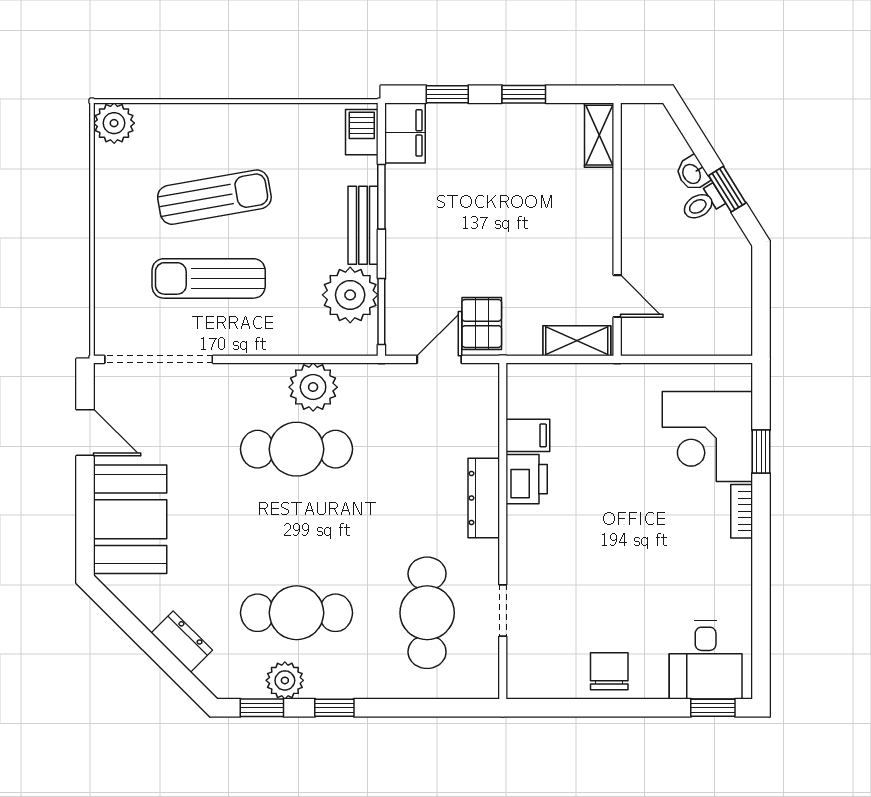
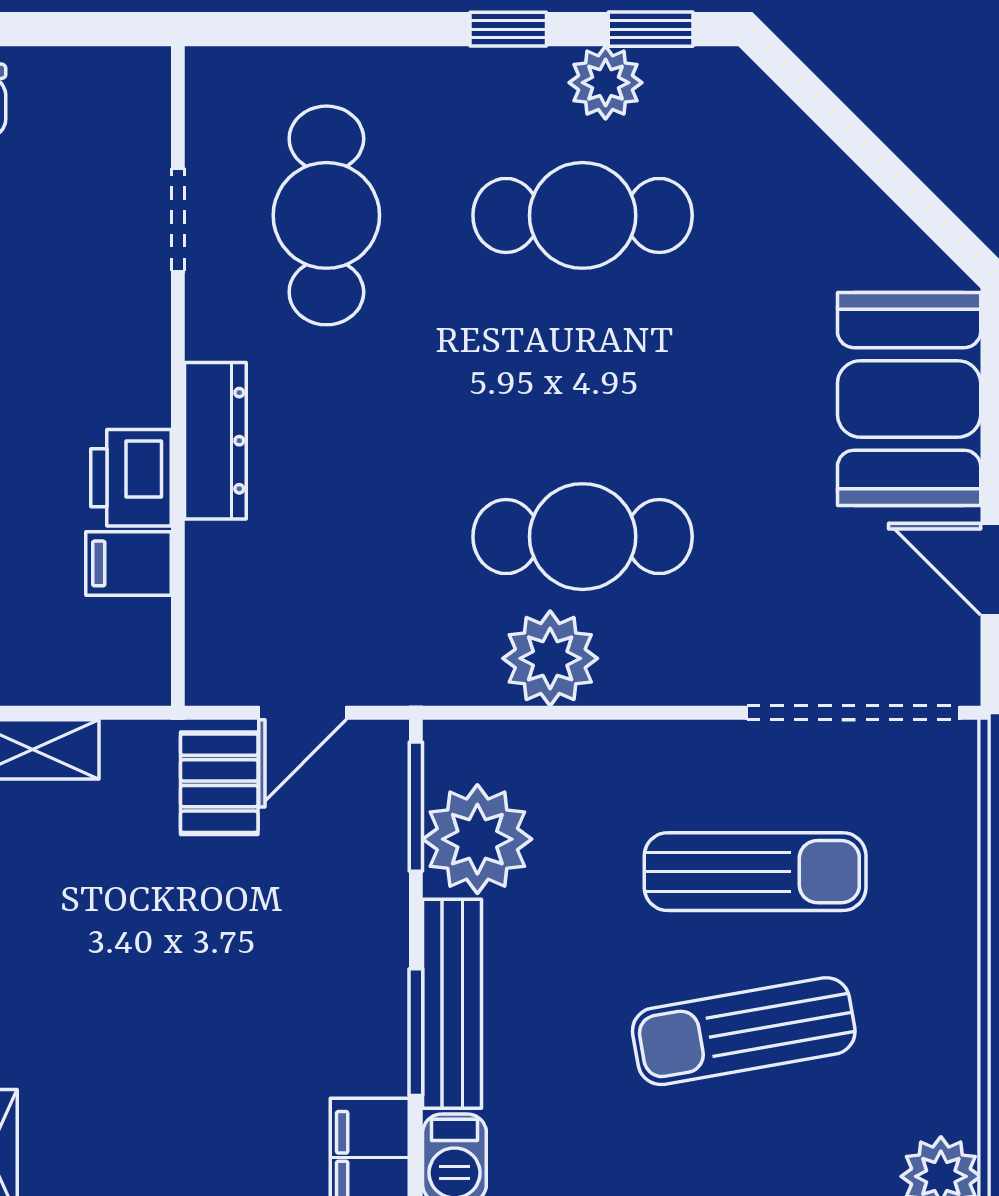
bench: (363, 225) -> (452, 1004), width x1.36
dresser: (182, 642) -> (808, 159), removed

